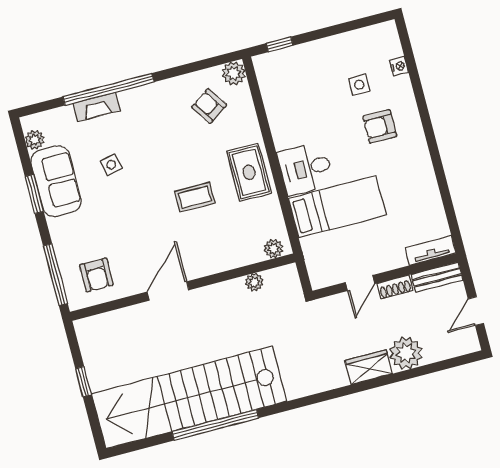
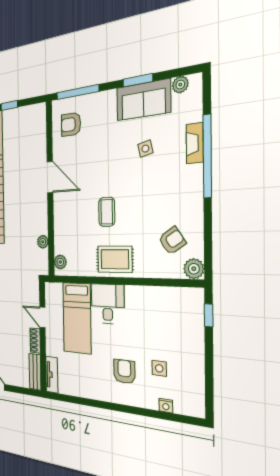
tv unit: (430, 250) -> (52, 375), moved
wall: (385, 276) -> (43, 337), moved
bench: (437, 277) -> (35, 372), moved
door: (360, 283) -> (42, 317), moved
shoe rack: (395, 287) -> (35, 341), moved

